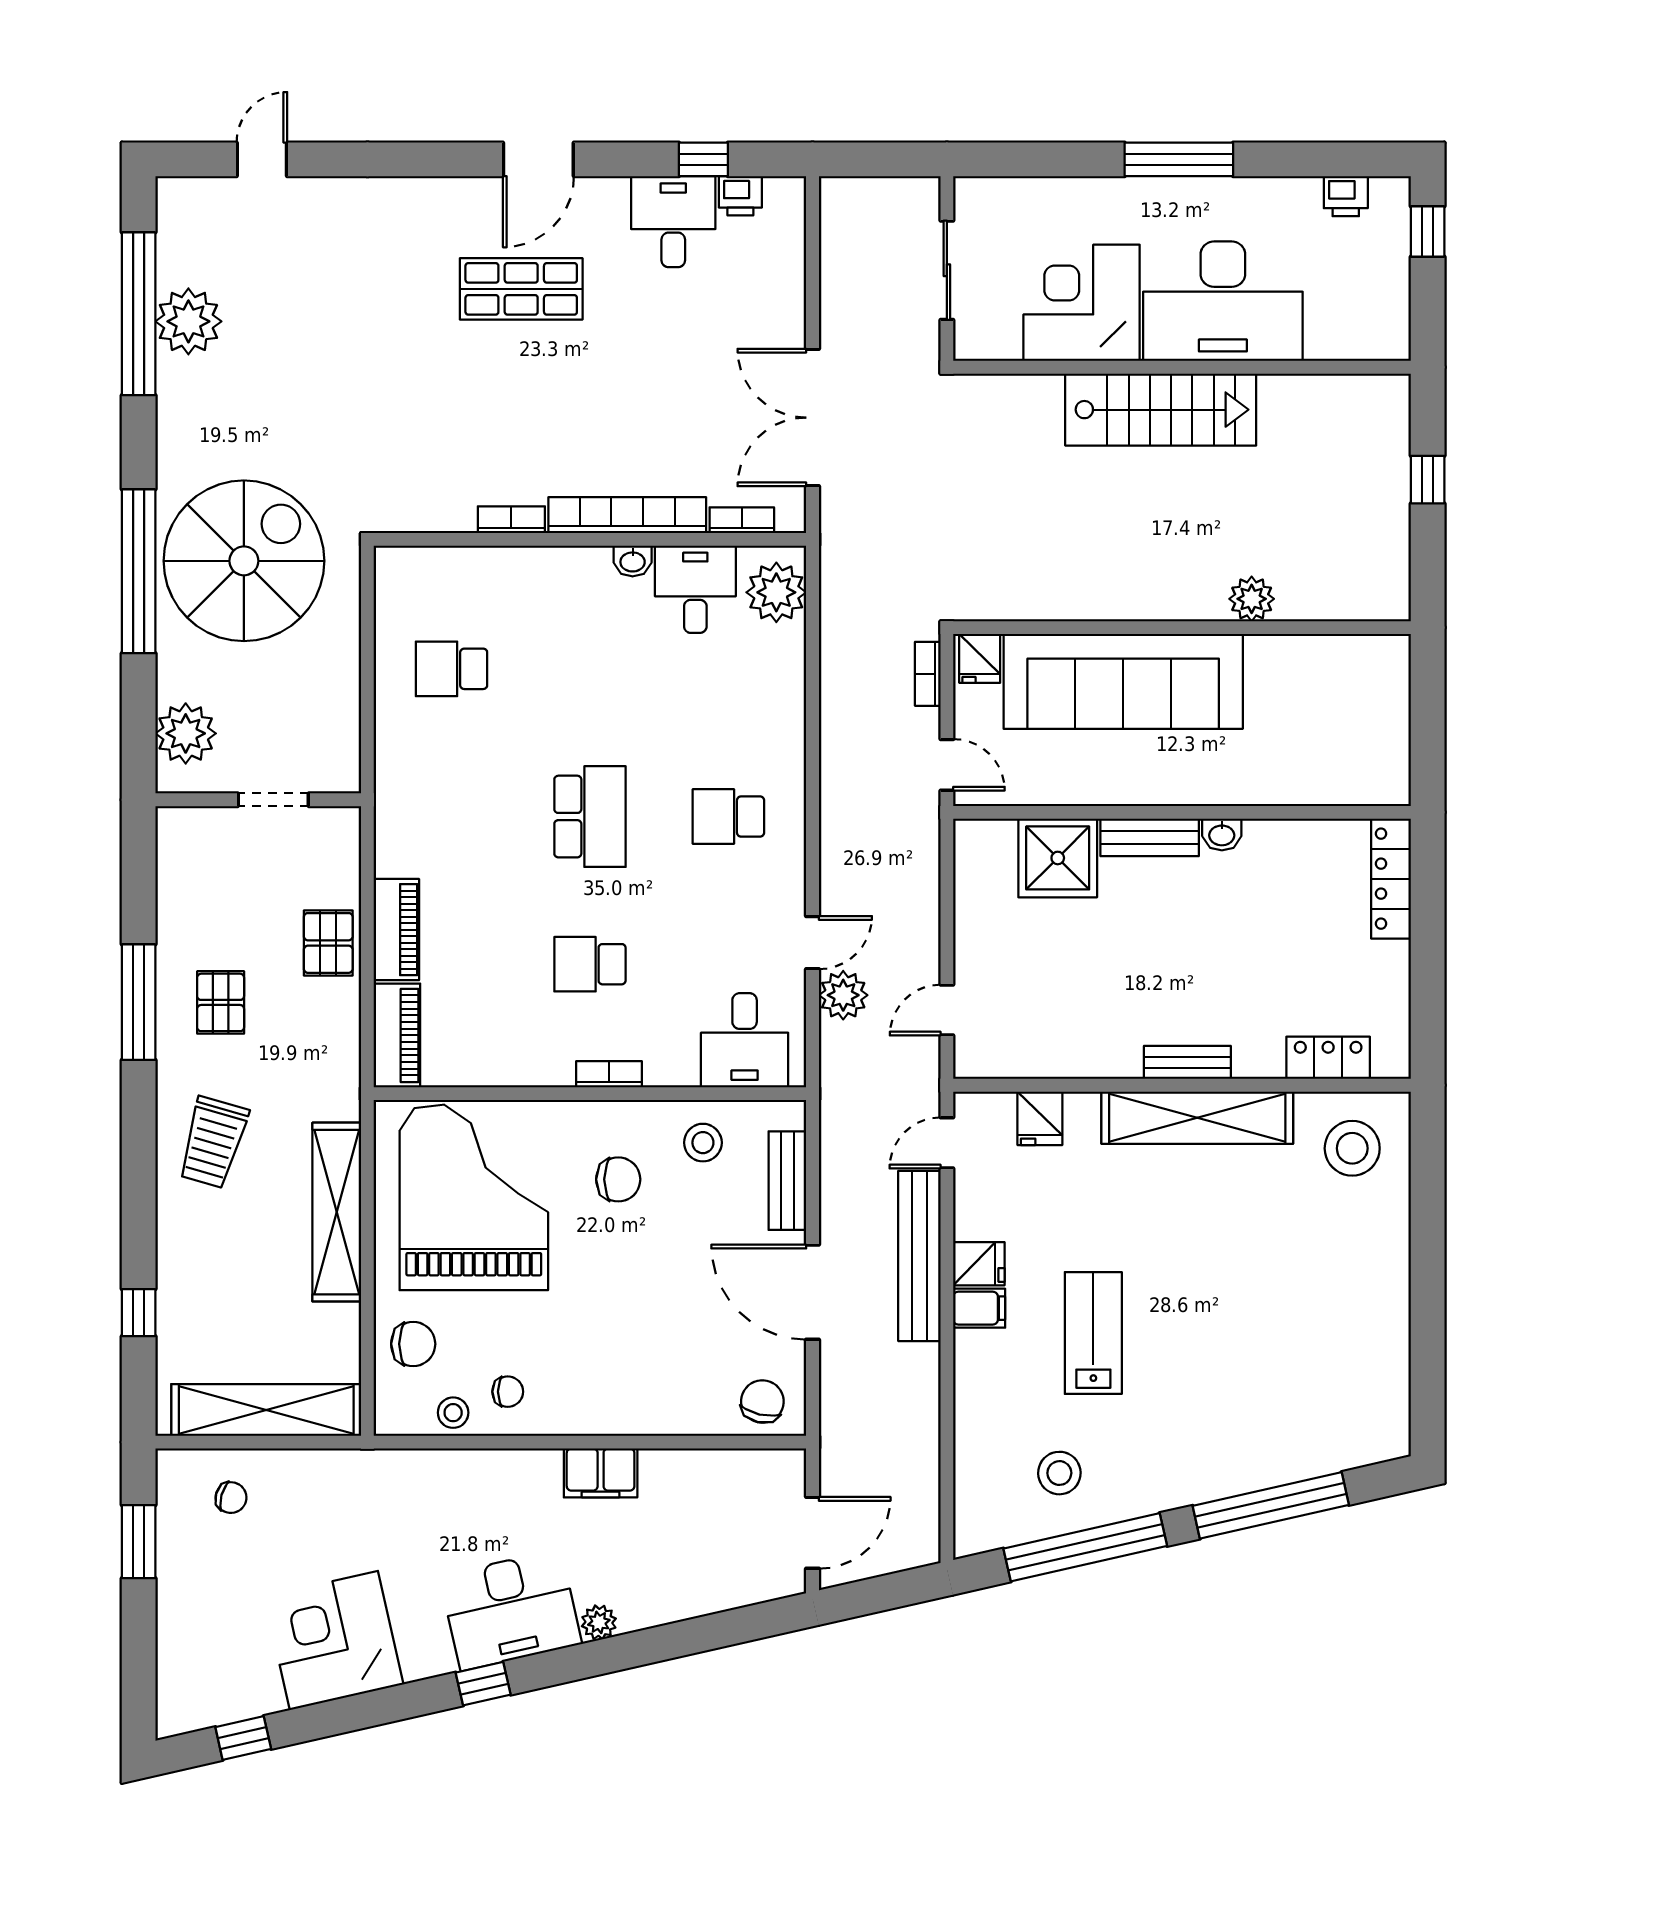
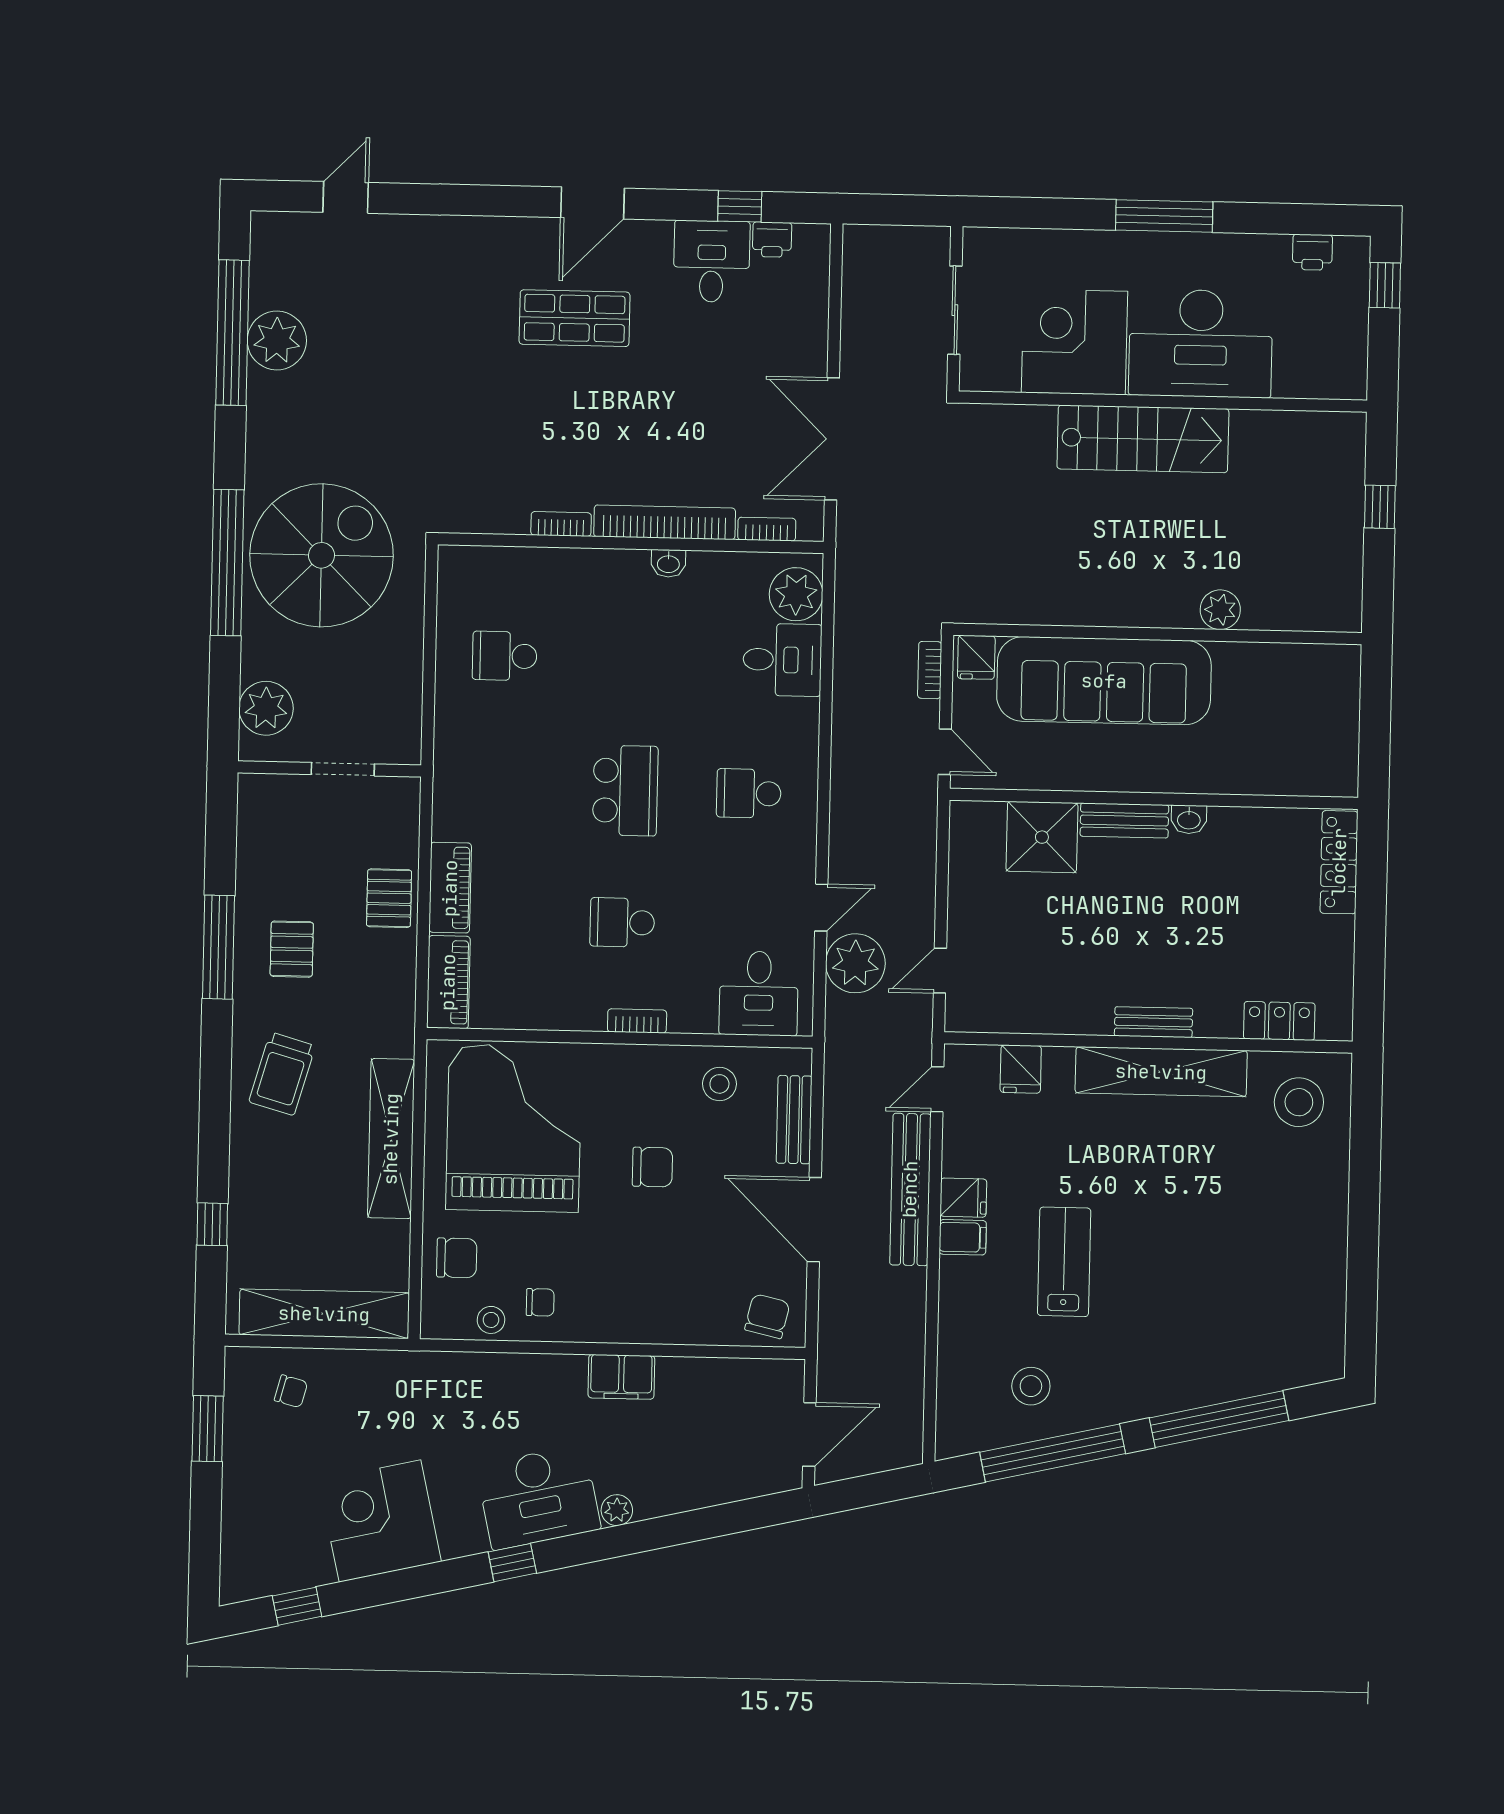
desk: (695, 589) -> (782, 660), moved, turned 90
plant: (843, 995) -> (855, 963), width x1.36, depth x1.36
chair: (618, 1179) -> (652, 1167), moved

